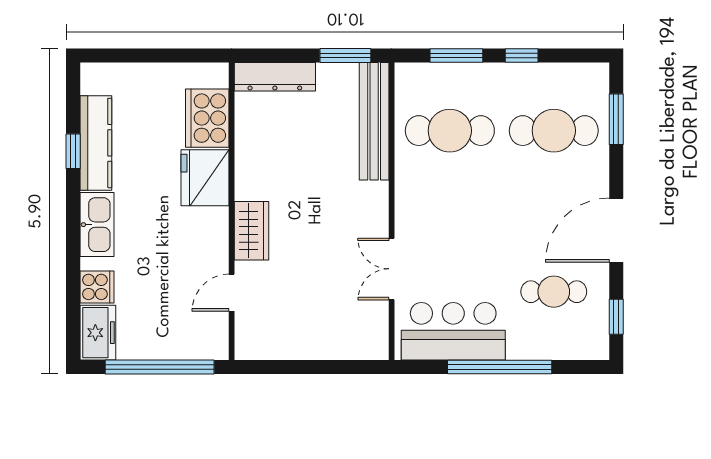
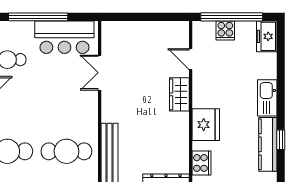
cooker: (207, 118) -> (202, 163), width x0.73, depth x0.76
double door: (392, 269) -> (100, 73), swing flipped
cooker: (97, 287) -> (225, 30), moved, turned -90
door: (232, 293) -> (191, 59), swing flipped

